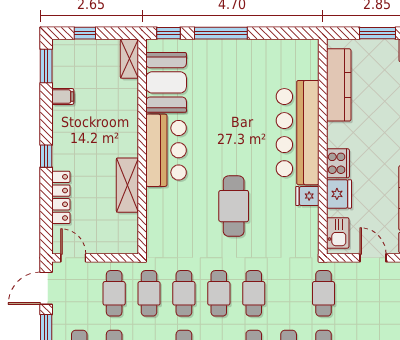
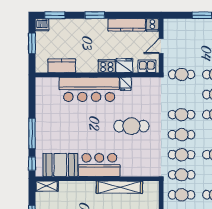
kitchen counter: (339, 85) -> (62, 66), width x0.67
shelving: (127, 185) -> (119, 187), width x1.47

